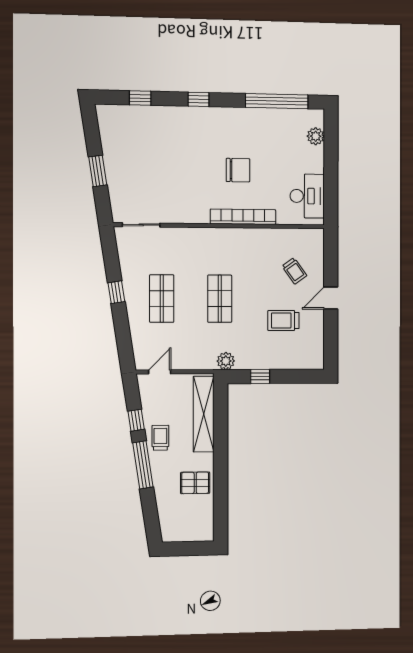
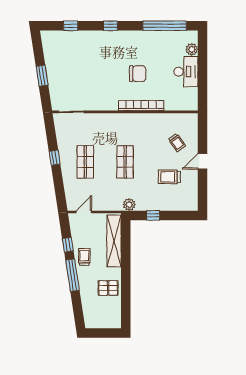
desk: (307, 196) -> (186, 72), moved

